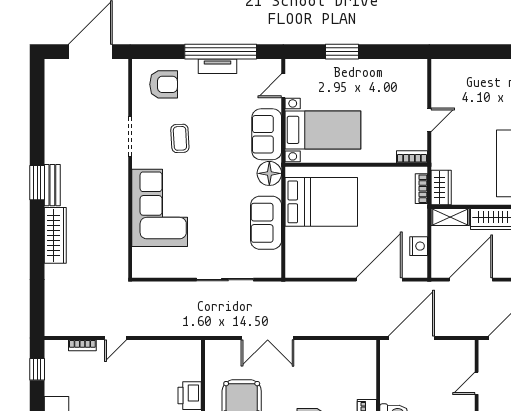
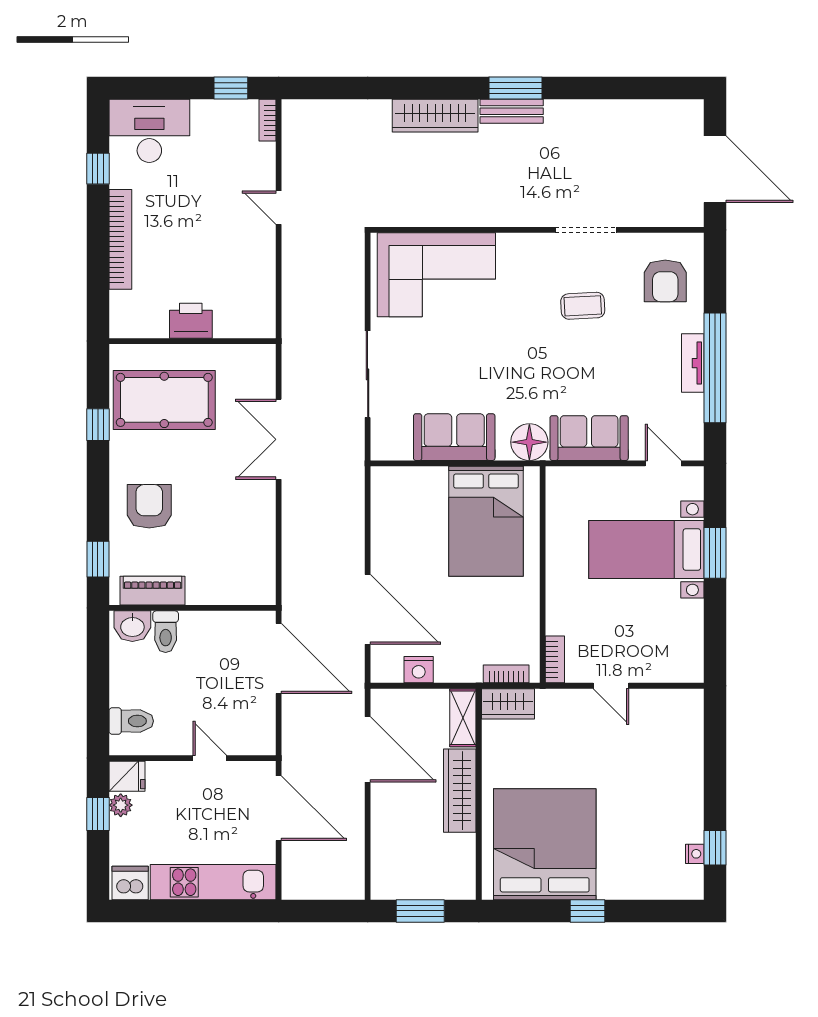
bed with nightstands: (323, 130) -> (646, 550), moved, turned 90
corner sofa: (160, 208) -> (436, 275), moved
bookcase: (82, 345) -> (267, 120), moved

